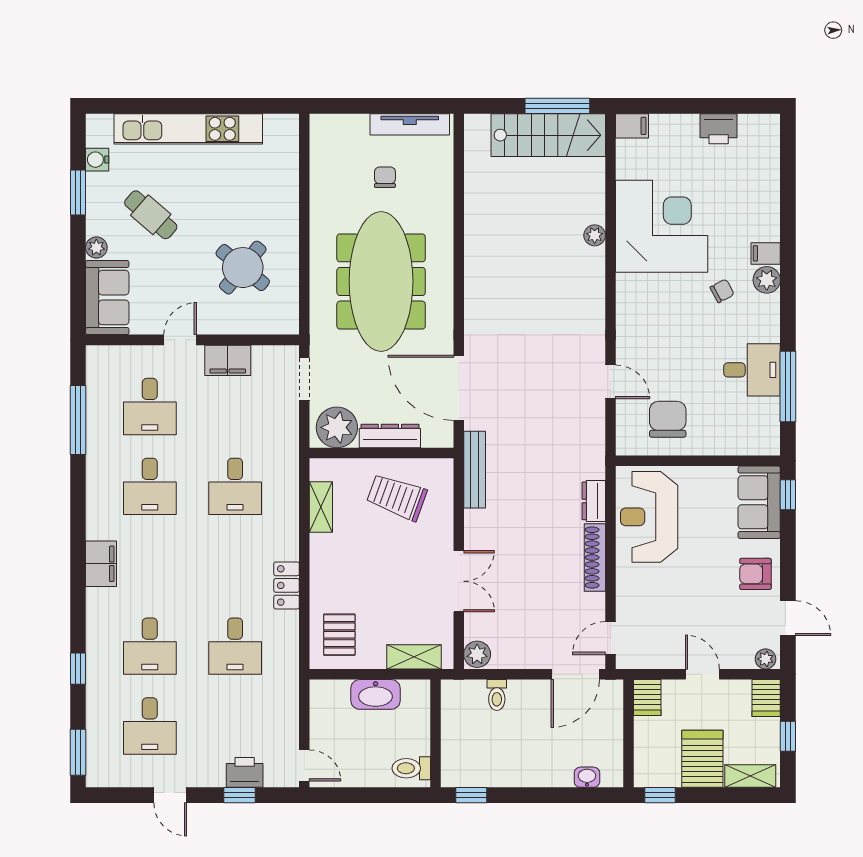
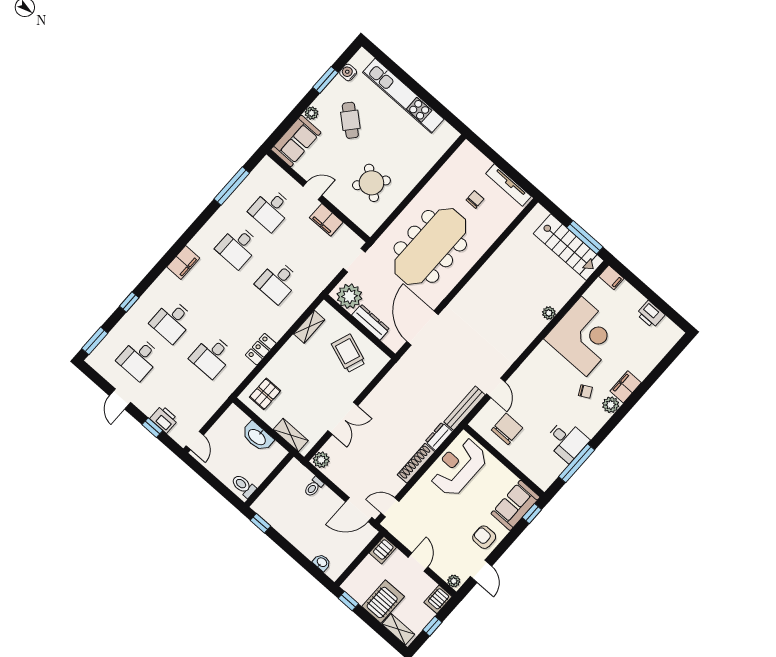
filing cabinet: (766, 253) -> (626, 387), width x2.00
bench: (475, 470) -> (464, 408), moved

